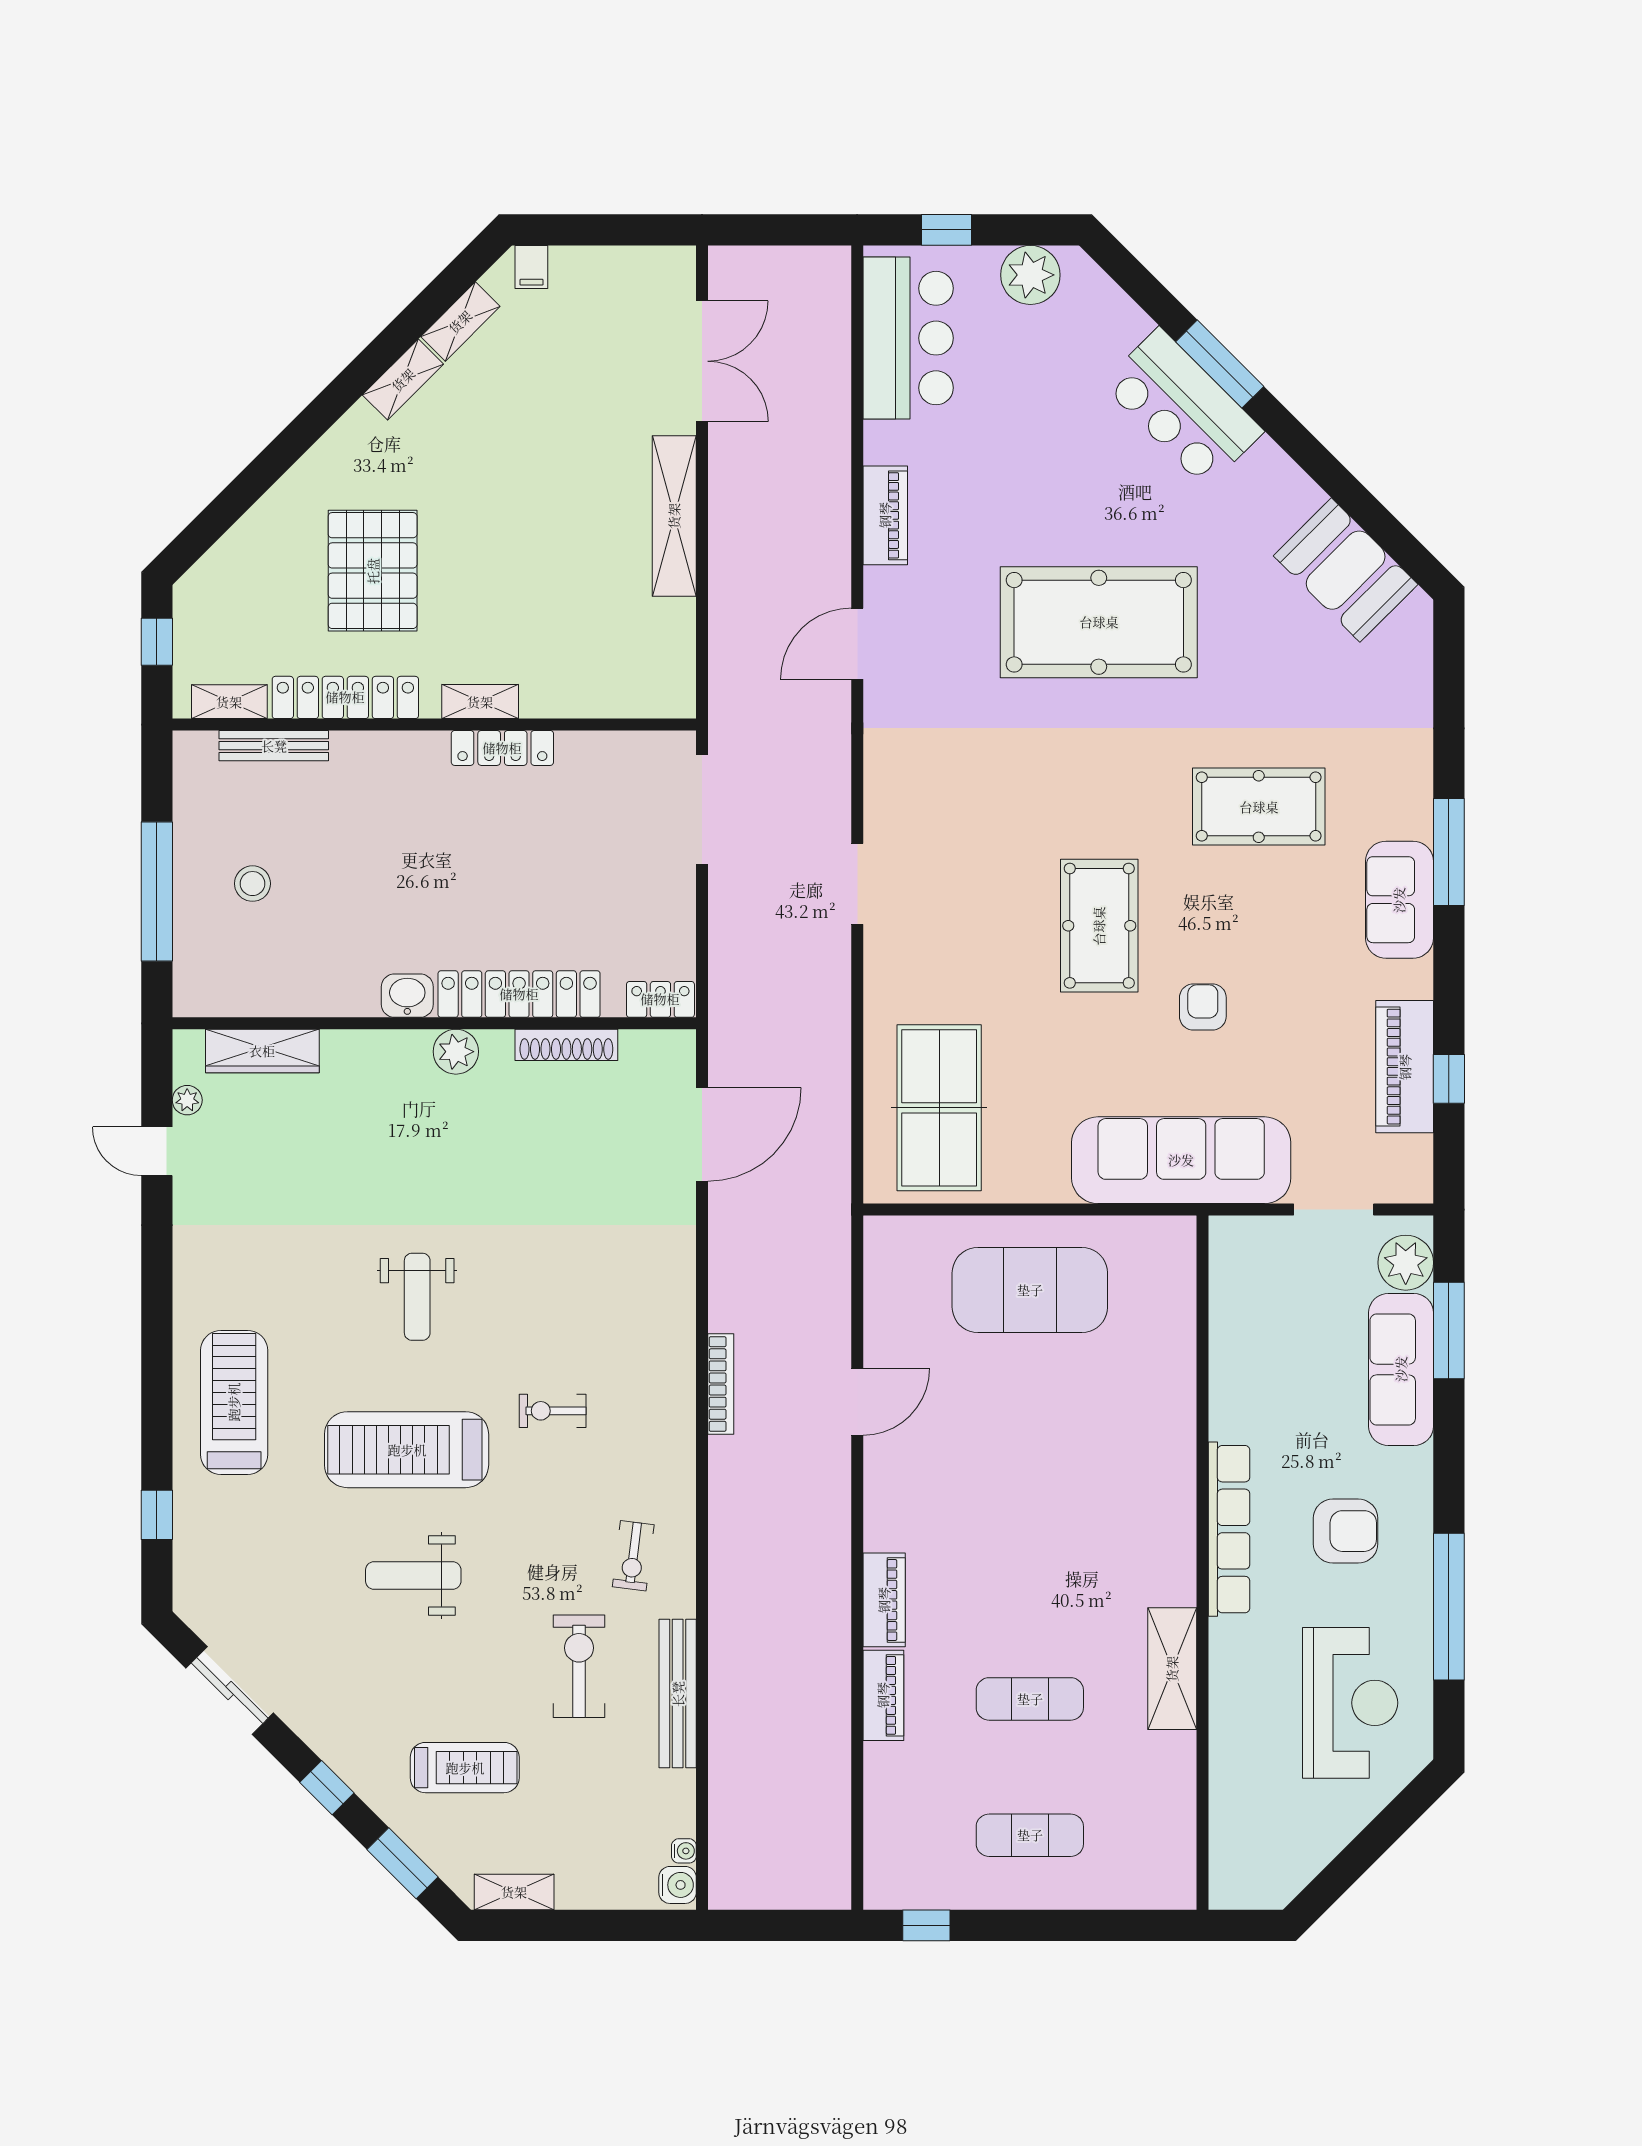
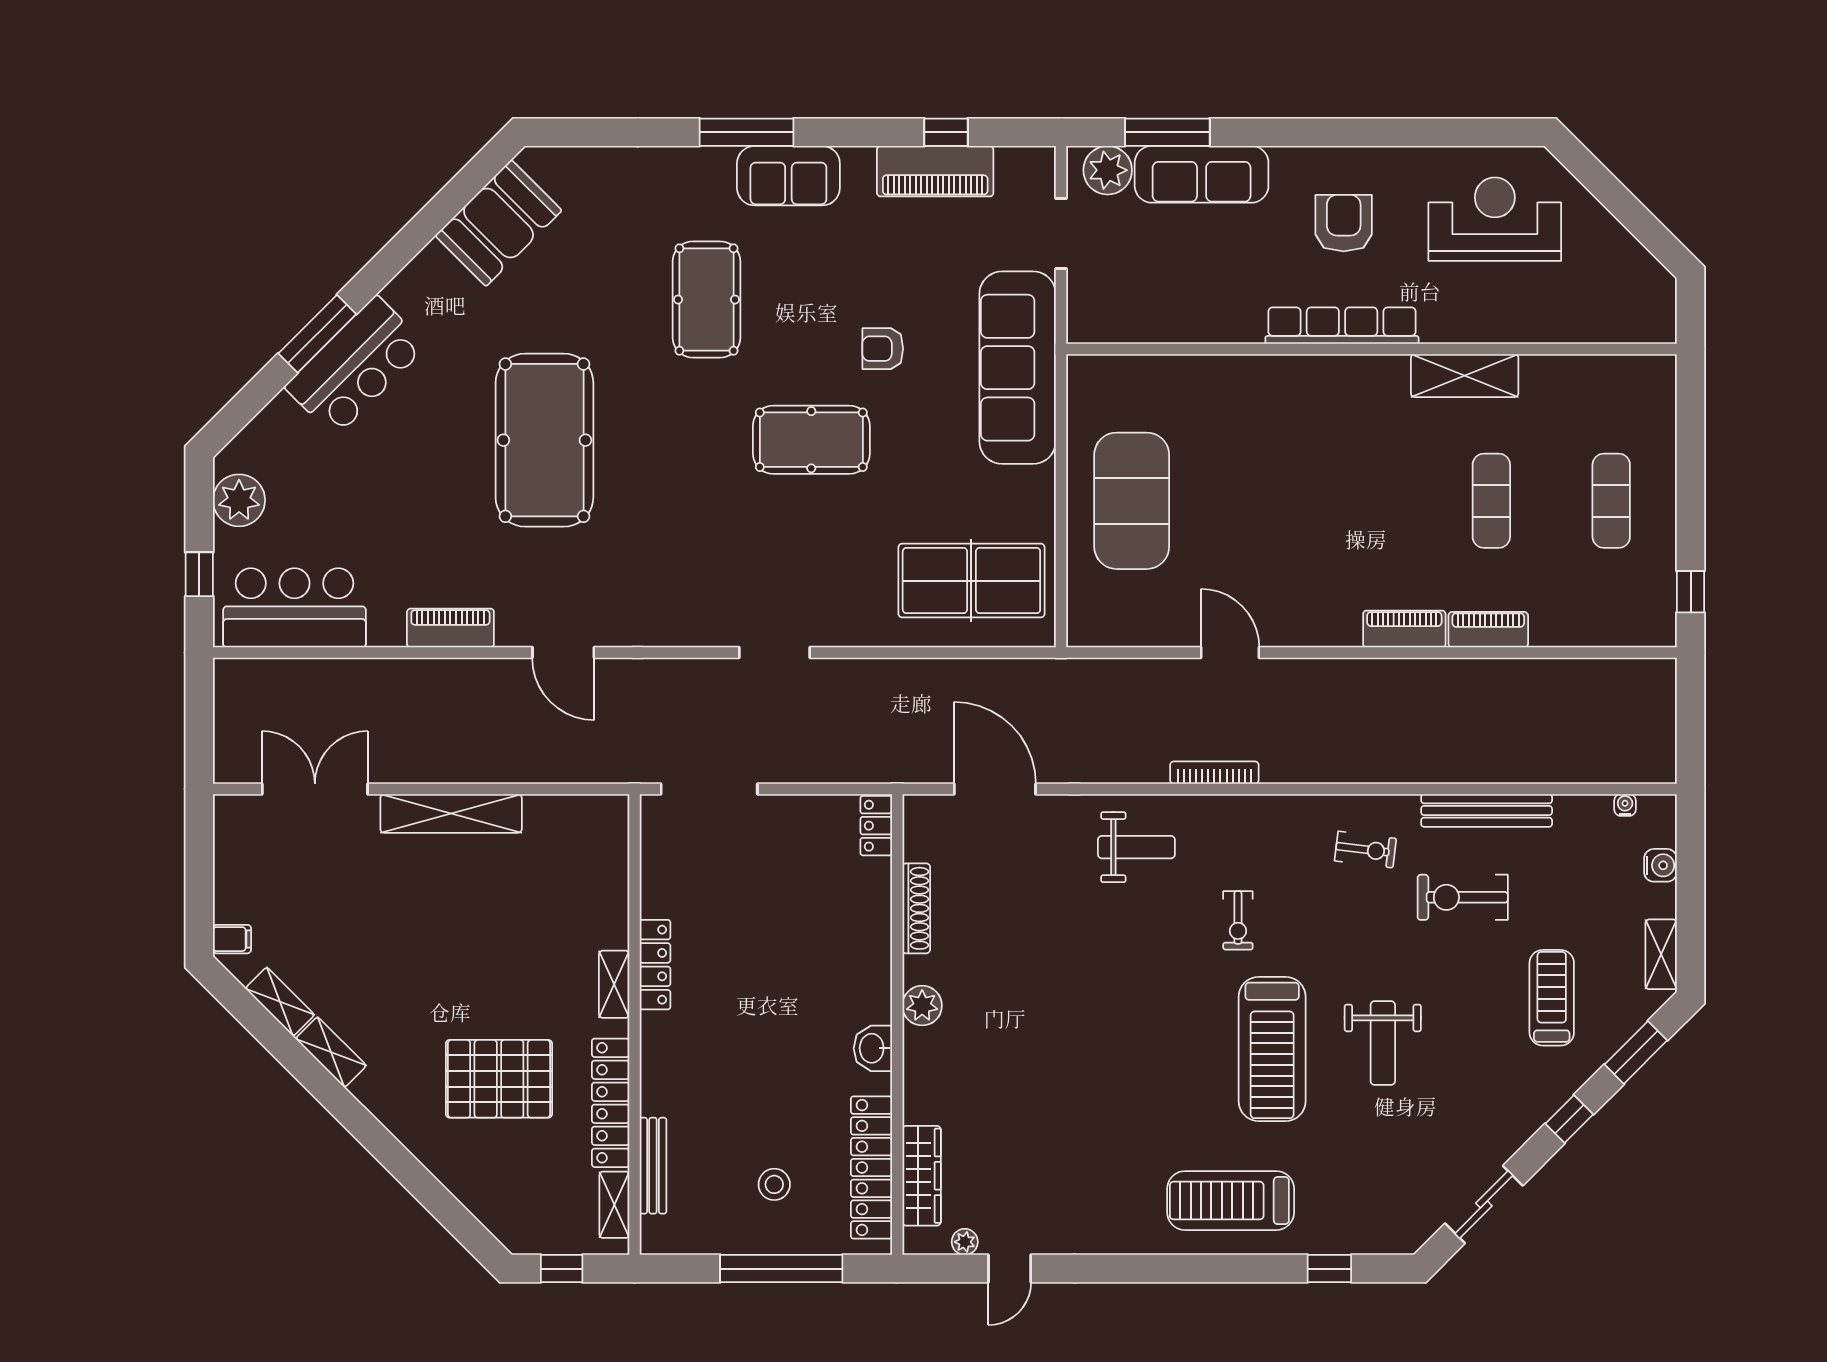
locker: (519, 994) -> (871, 1167), moved
weight bench: (417, 1297) -> (1136, 847), moved
window: (1449, 1607) -> (1410, 132), removed
water cooler: (678, 1885) -> (1660, 865), moved, turned 90

